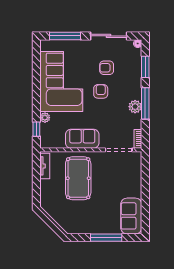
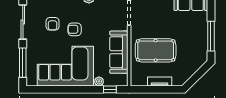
sofa: (82, 139) -> (119, 52), width x1.36
tv unit: (45, 166) -> (160, 81), moved
window: (106, 238) -> (211, 36), moved

